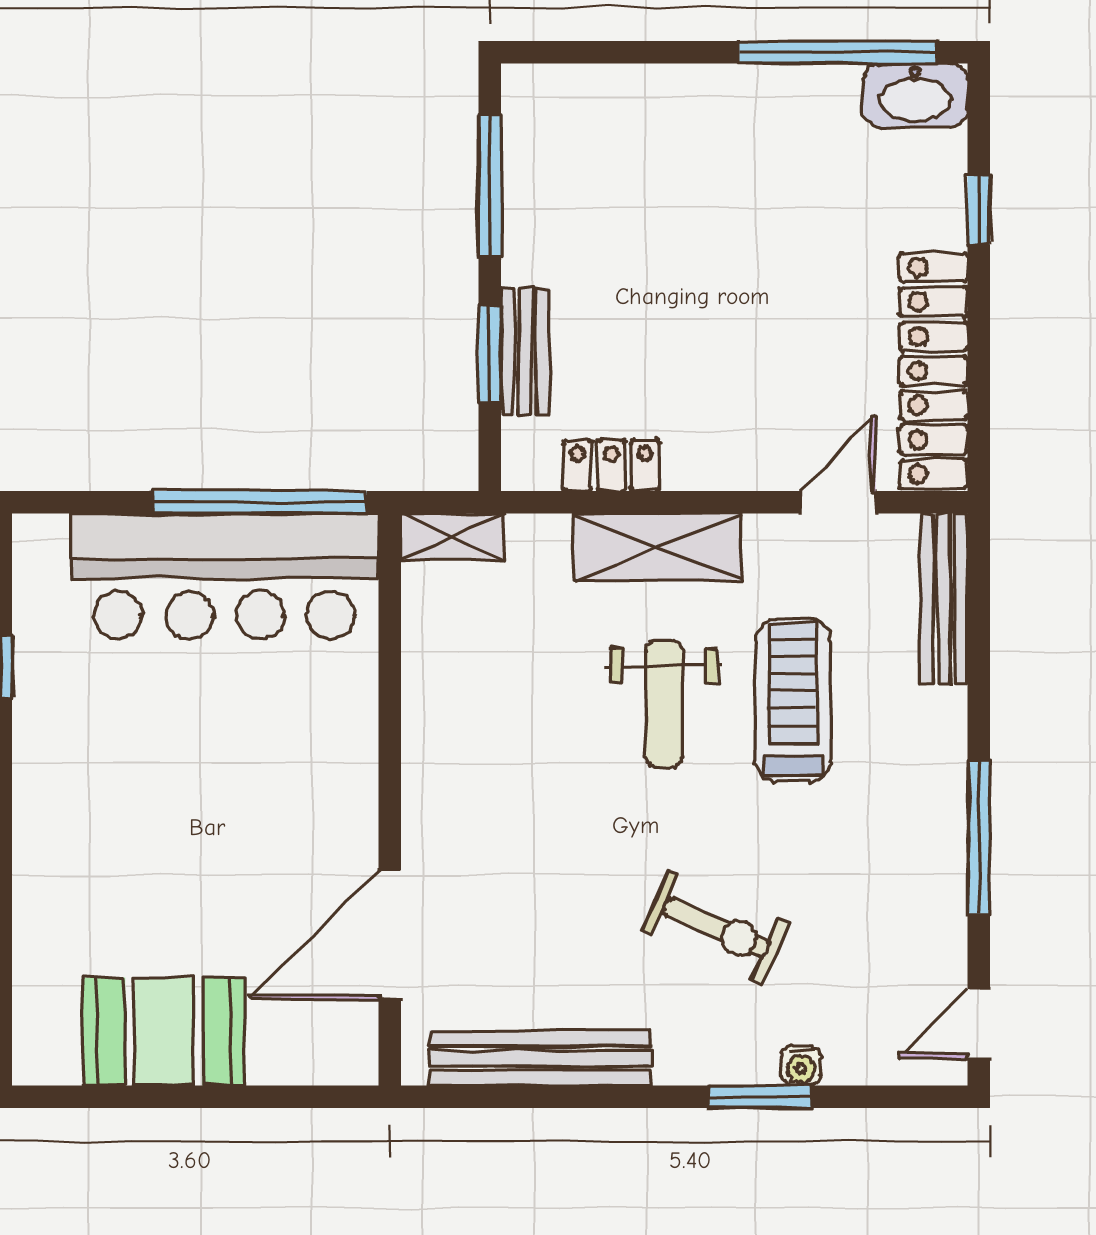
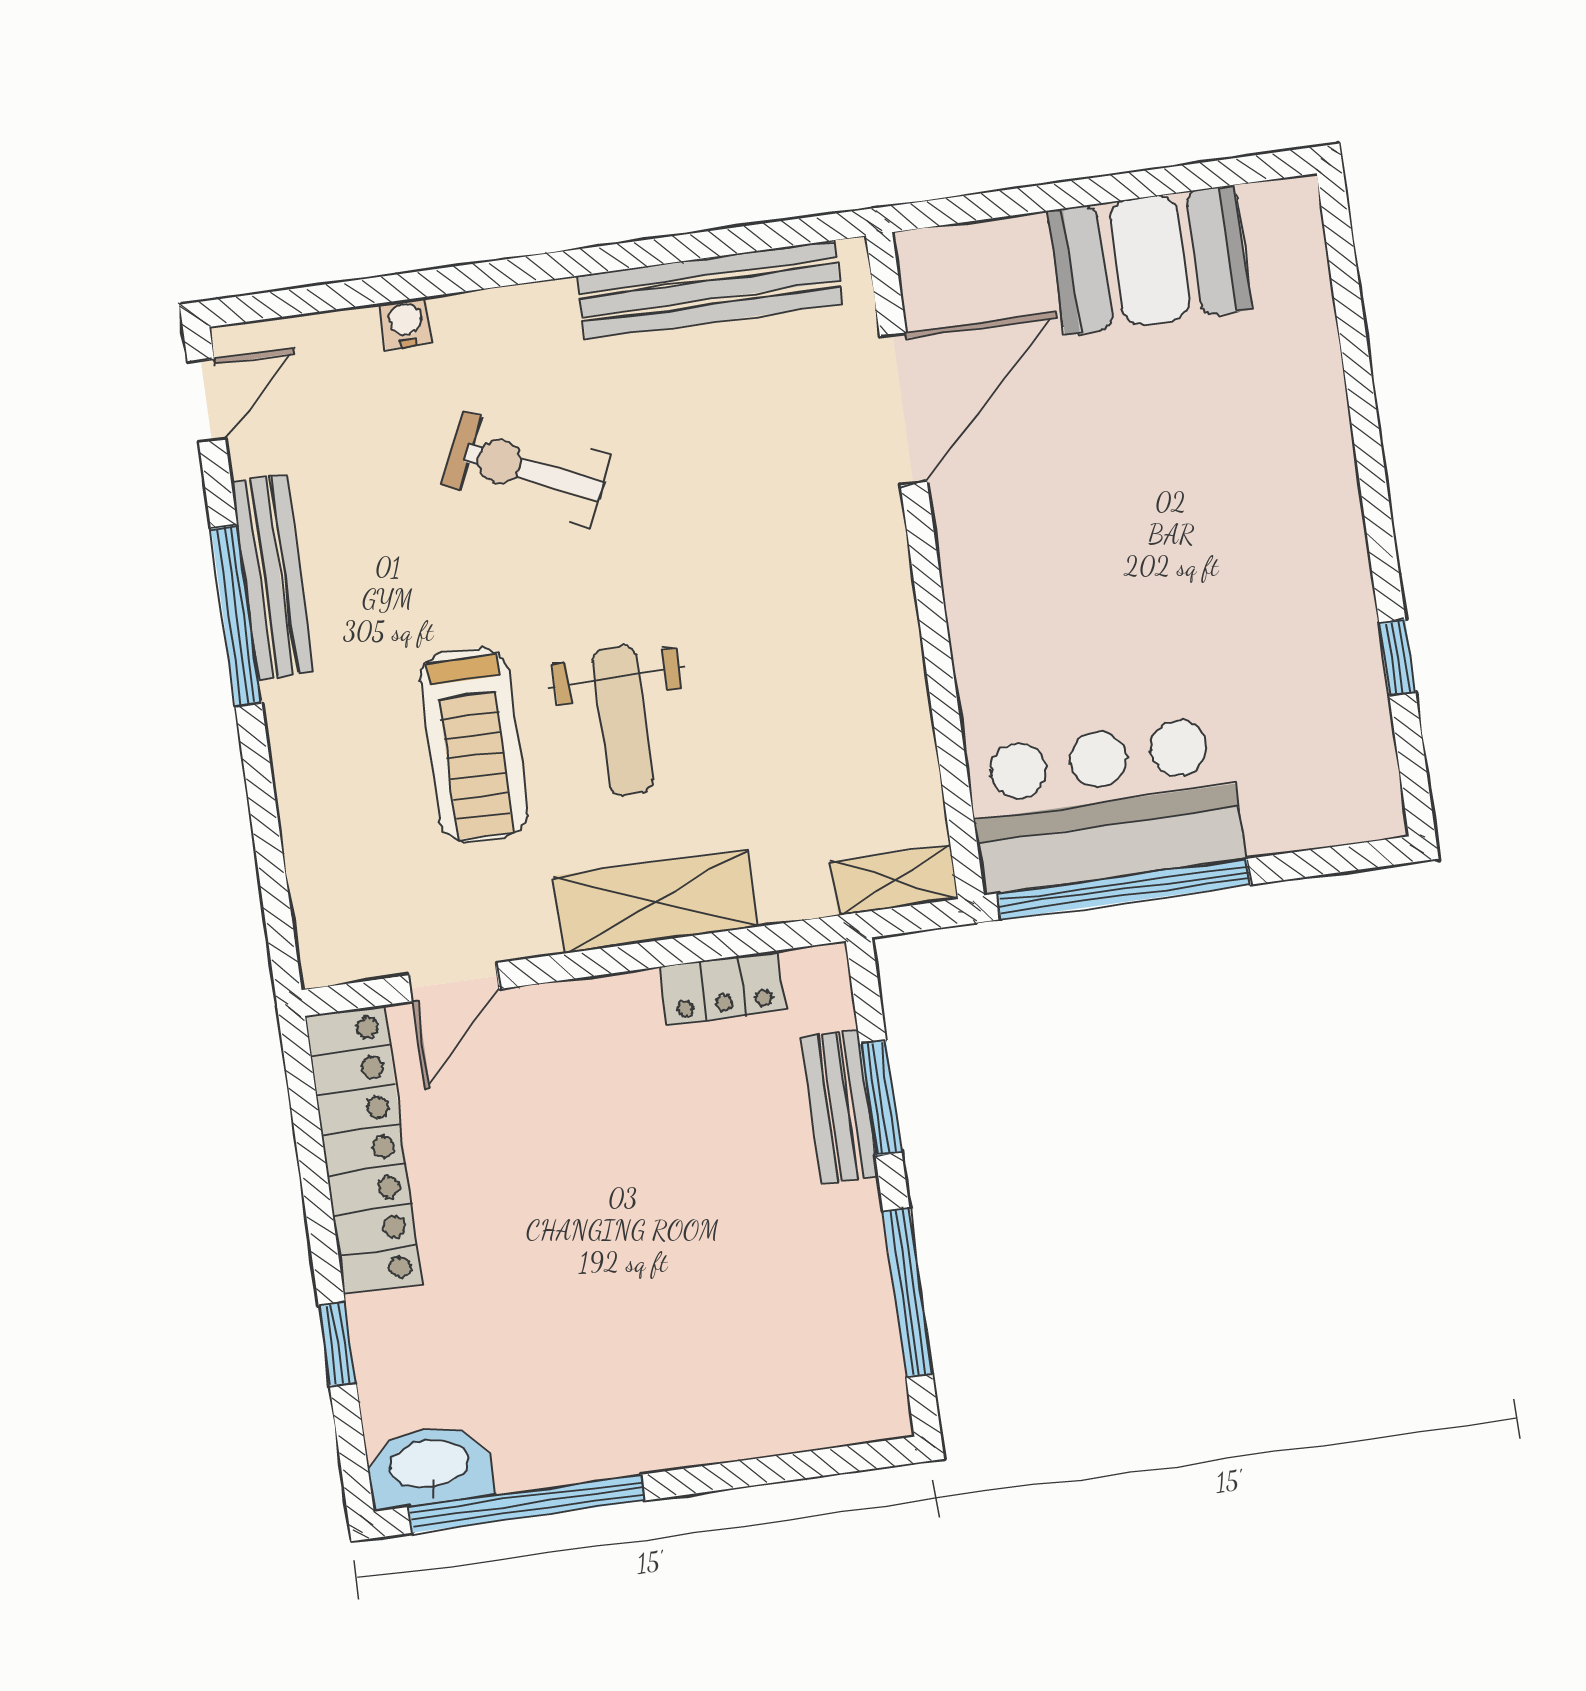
bar counter: (225, 576) -> (1105, 805), width x0.73
bench: (944, 599) -> (272, 577), moved
weight bench: (664, 704) -> (623, 721), turned 180
window: (760, 1097) -> (448, 281), removed

